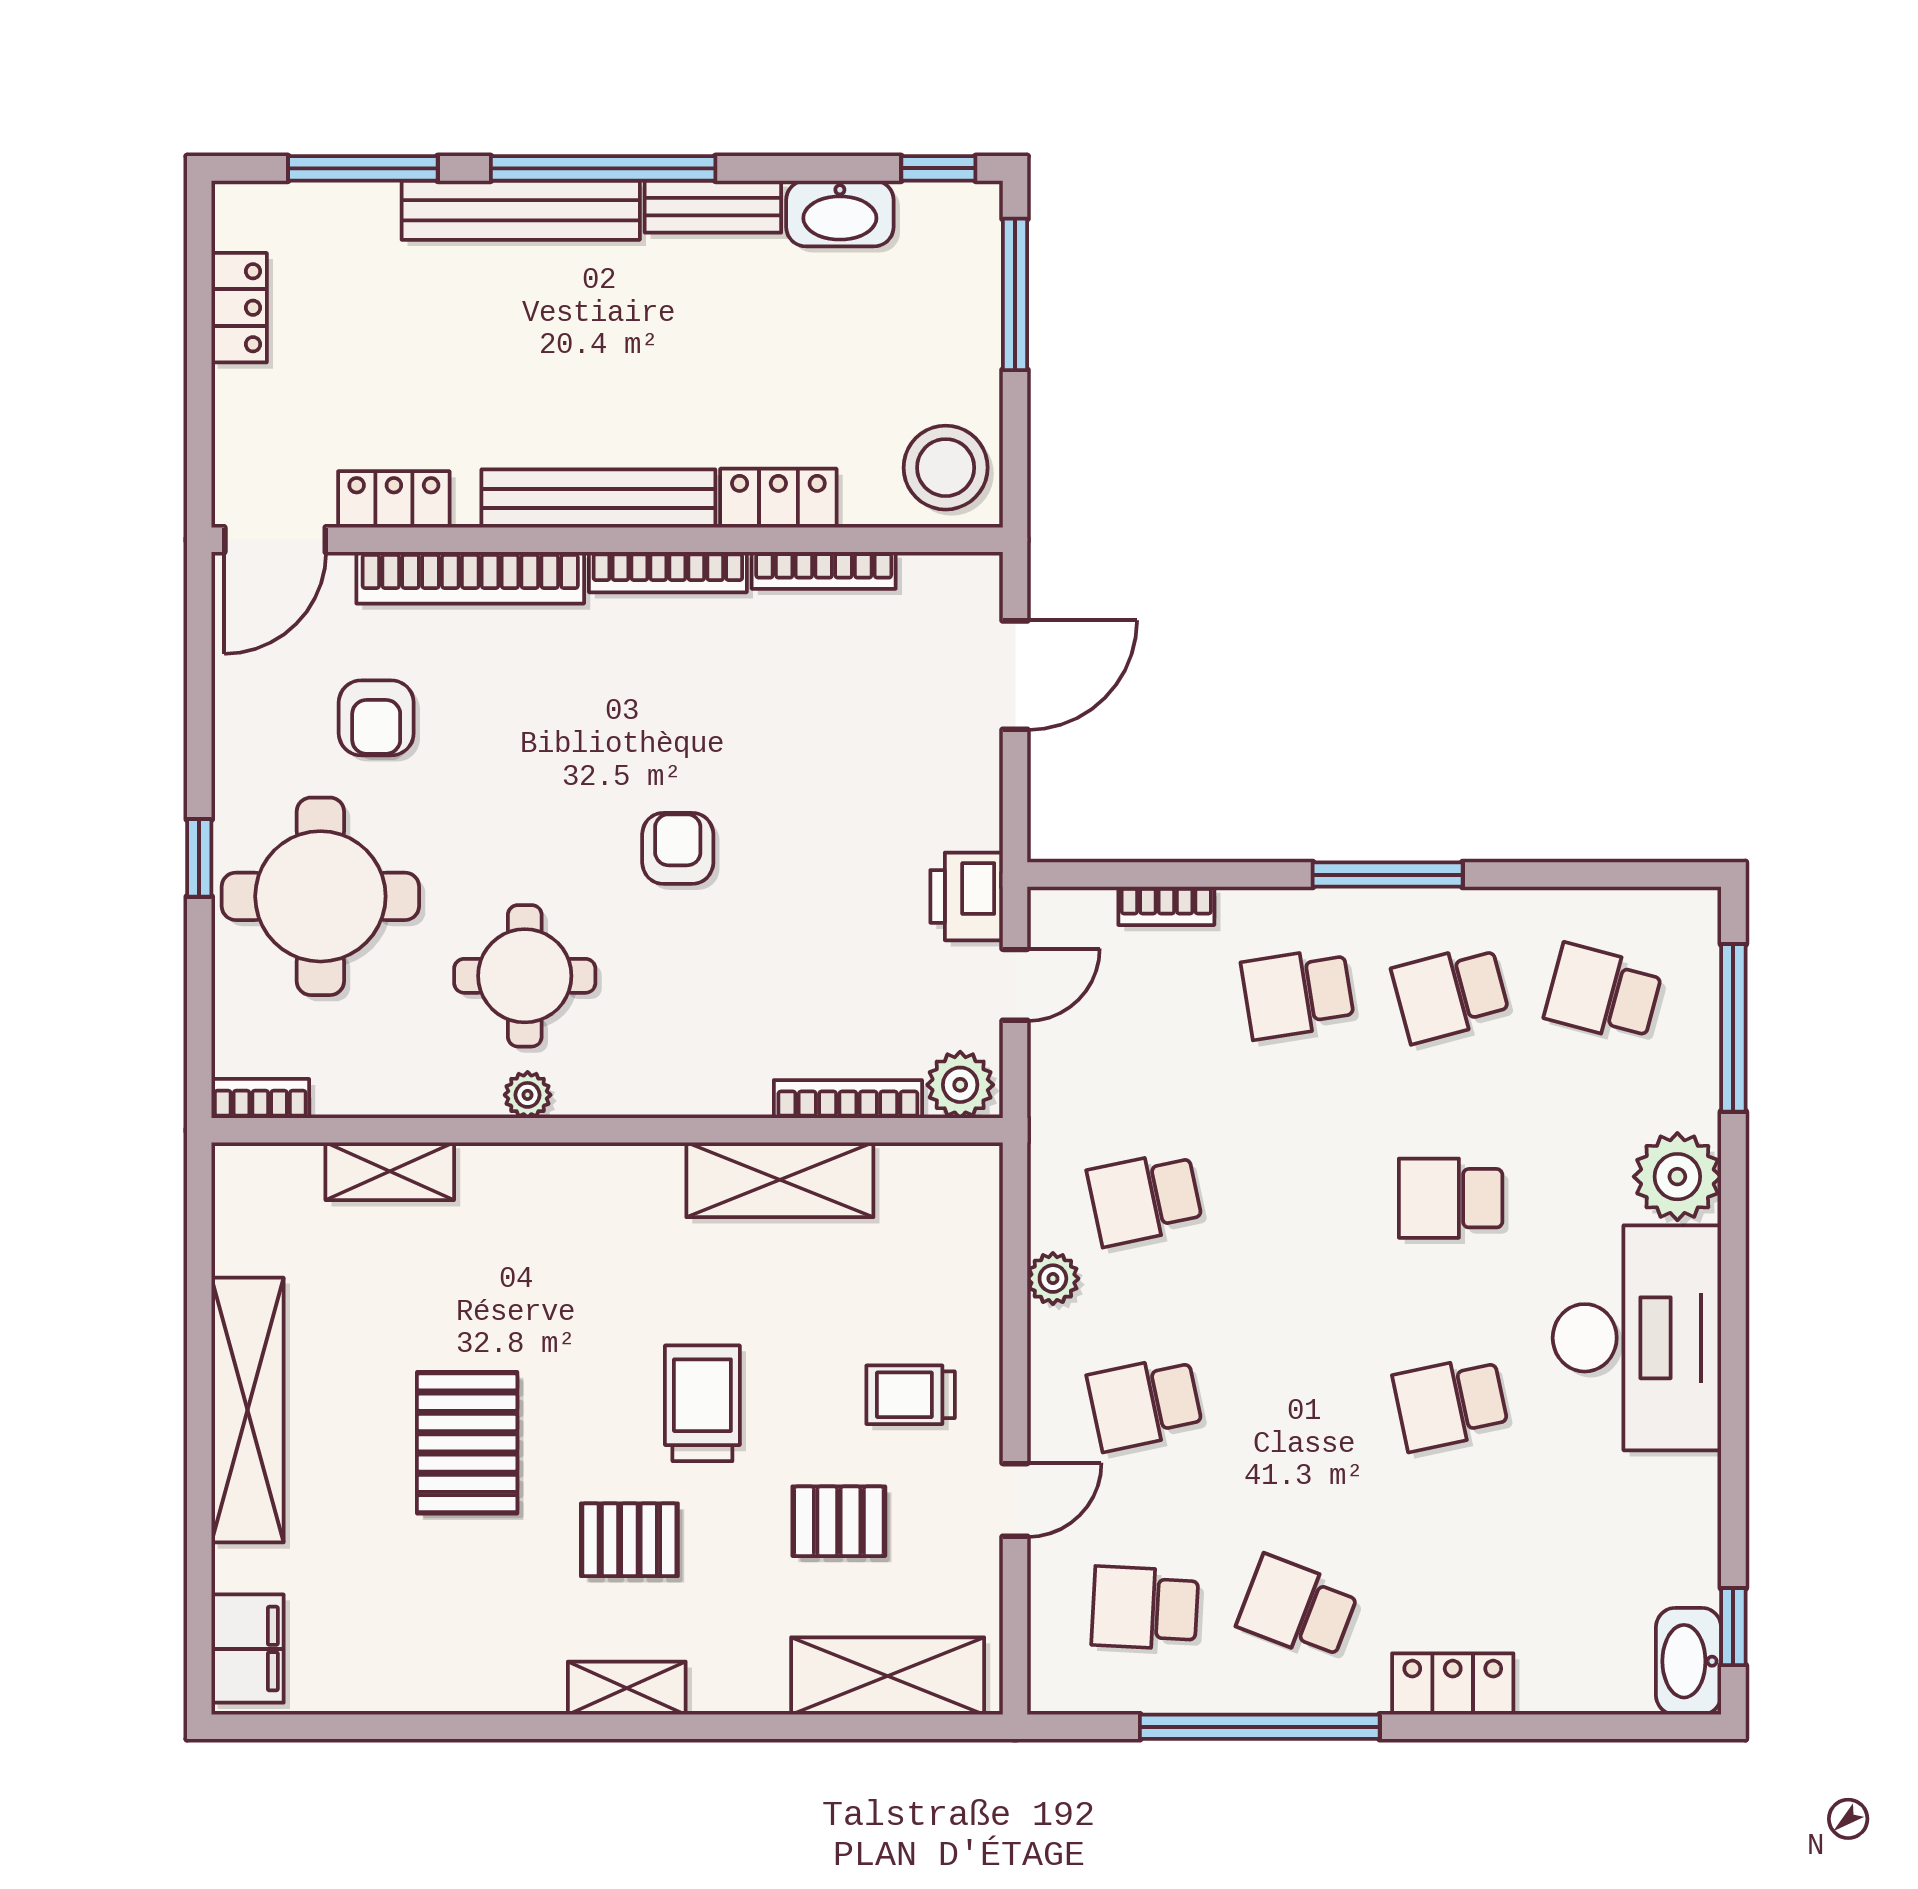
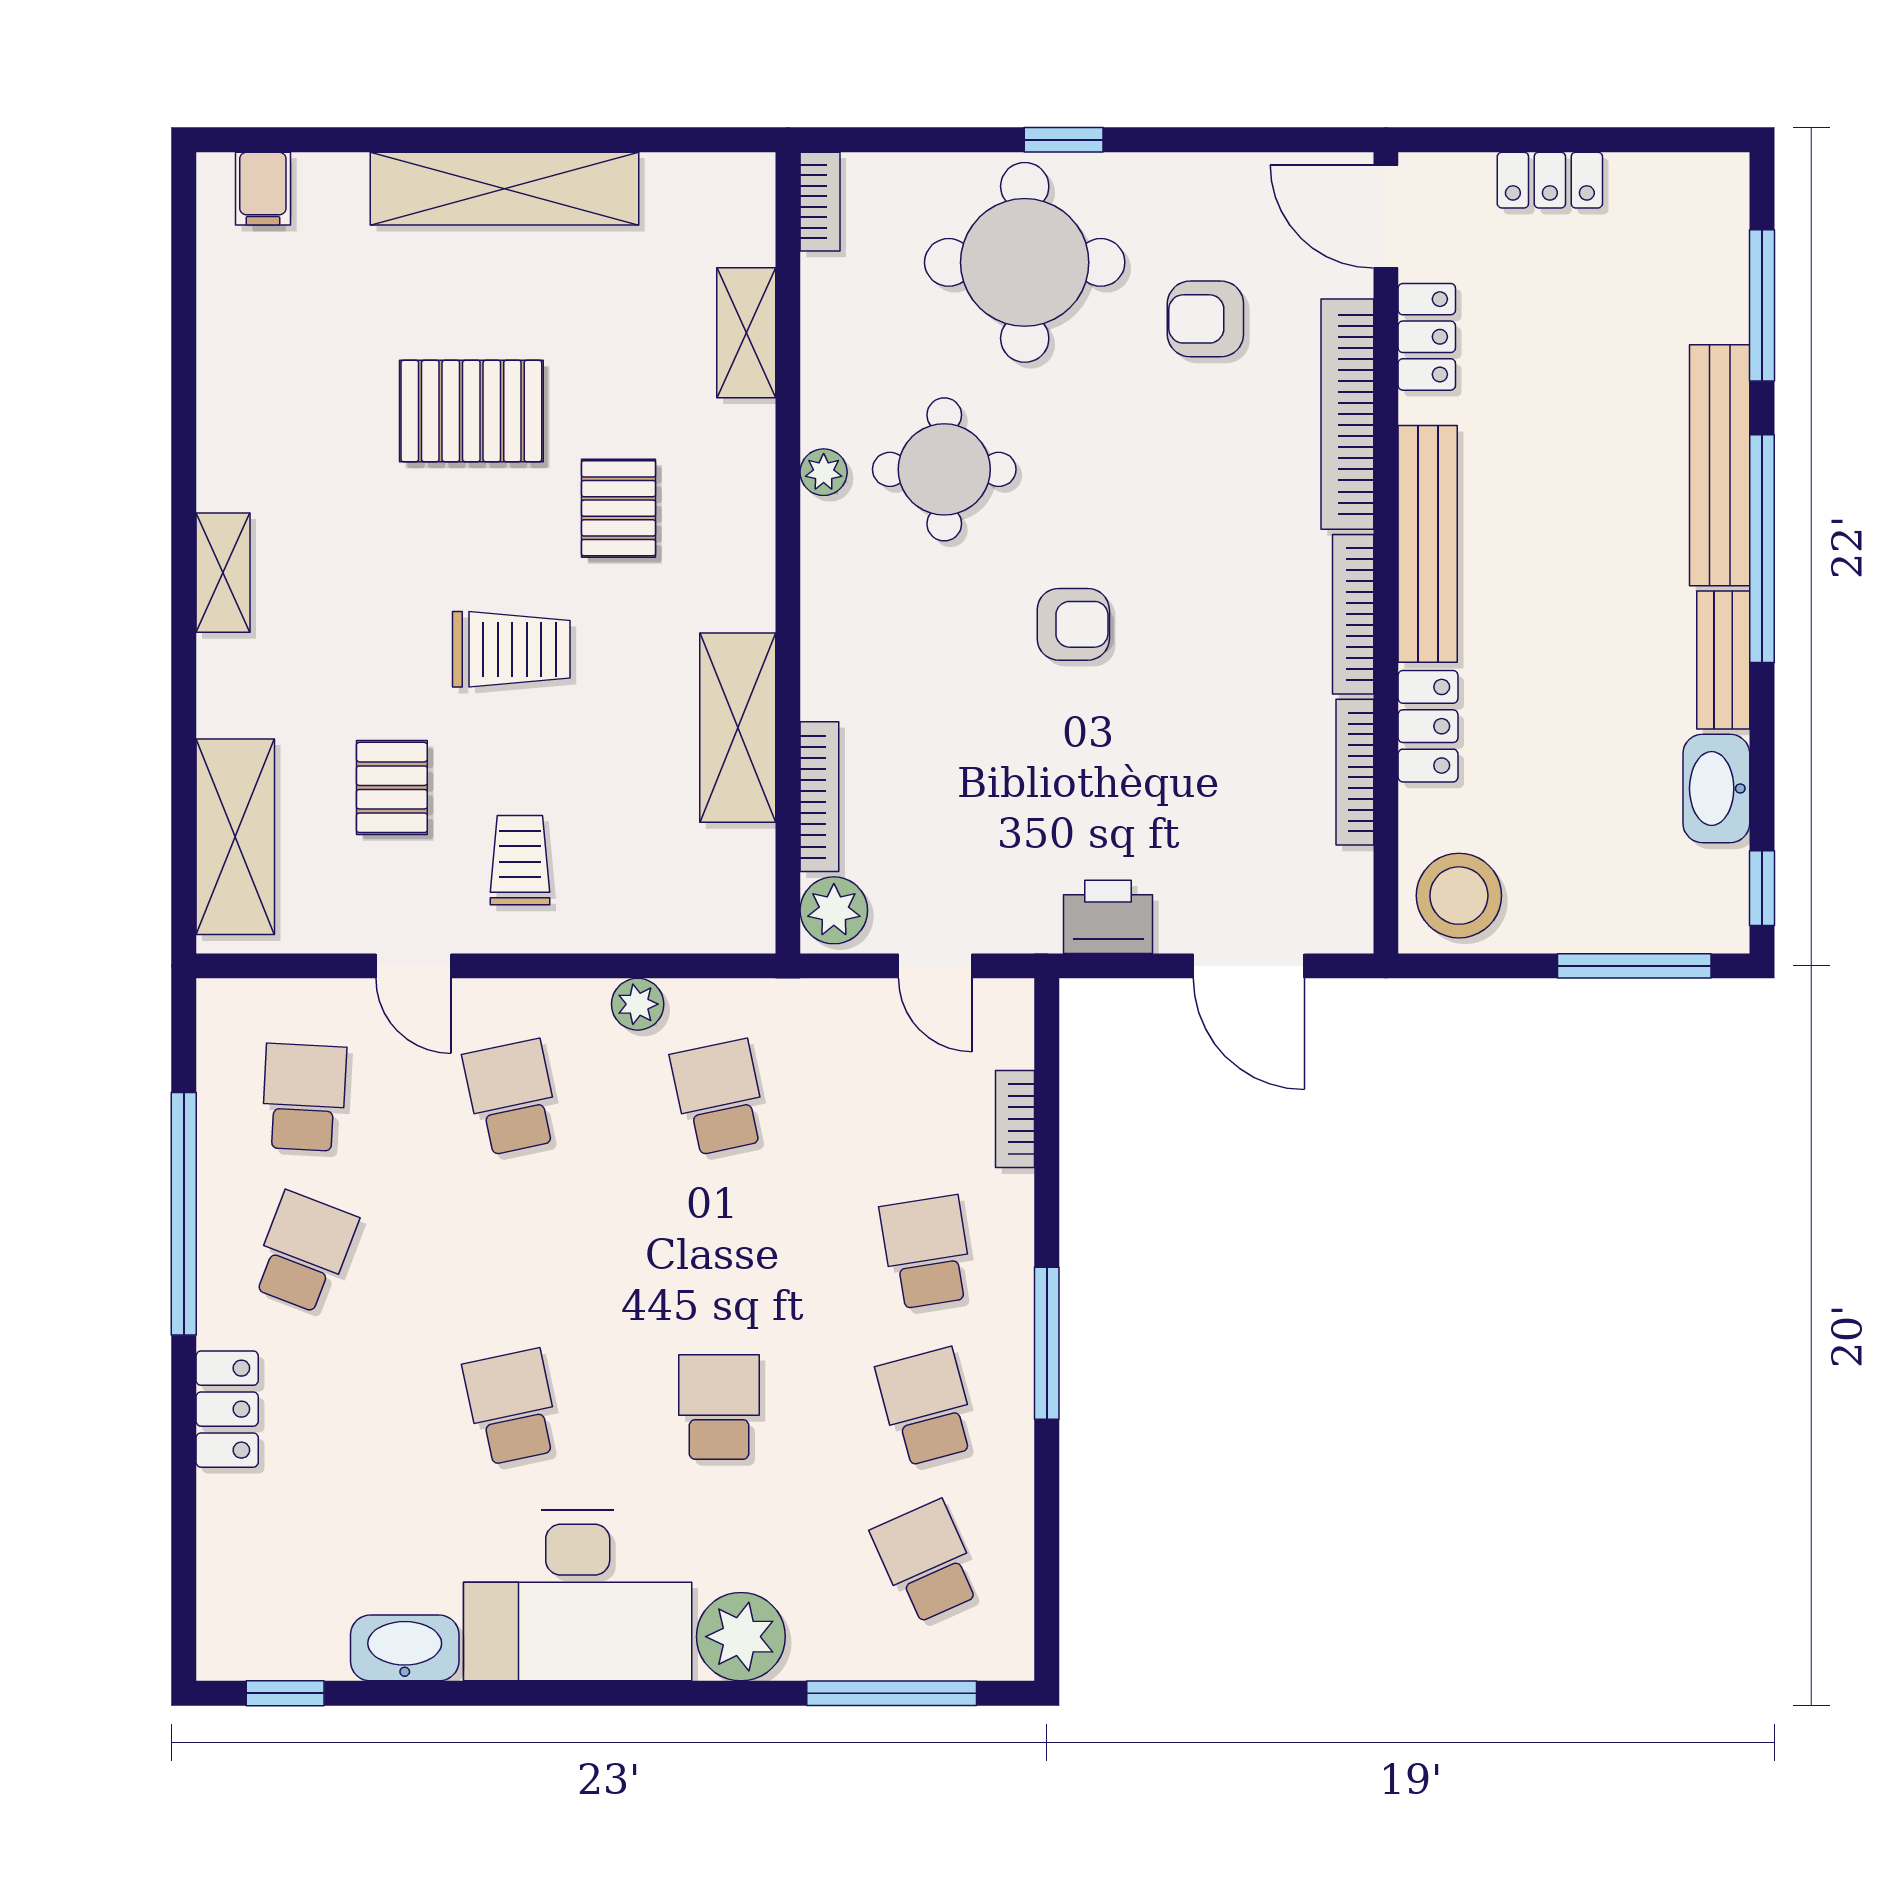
locker: (239, 308) -> (1550, 180), moved
printer: (967, 896) -> (1108, 917), moved
school desk: (1603, 993) -> (927, 1562), turned -39
pallet: (629, 1540) -> (619, 508), moved
filing cabinet: (248, 1649) -> (263, 189), width x0.50
washbasin: (1689, 1661) -> (405, 1648), moved

